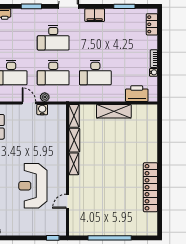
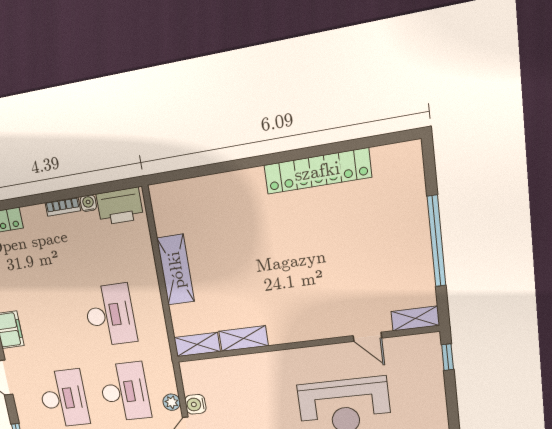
printer: (137, 94) -> (120, 206), moved, turned -90
shelving: (74, 164) -> (415, 318), moved

